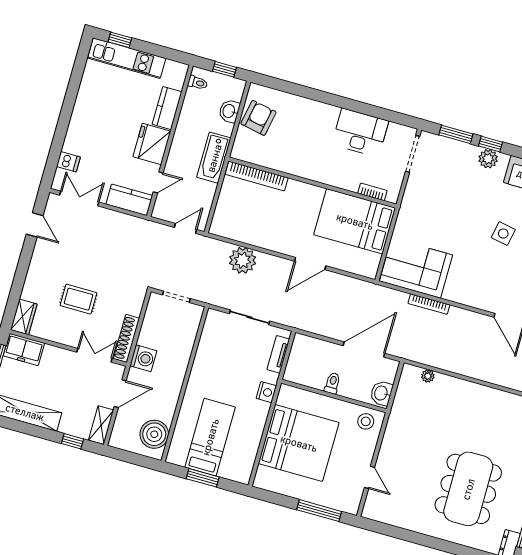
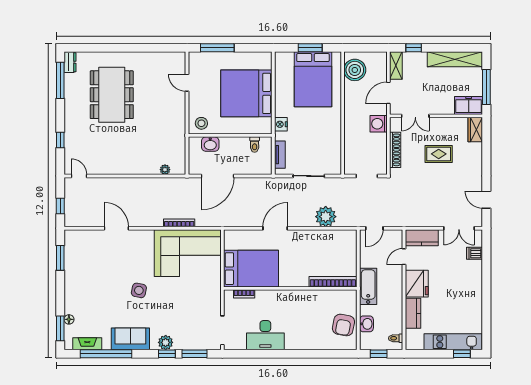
corner sofa: (416, 268) -> (187, 253), width x1.36, depth x1.36
shoe rack: (126, 338) -> (395, 150), moved
toilet: (332, 383) -> (255, 145), moved
washbasin: (381, 393) -> (210, 144), moved, turned 90
bed: (210, 437) -> (313, 79), width x1.50

